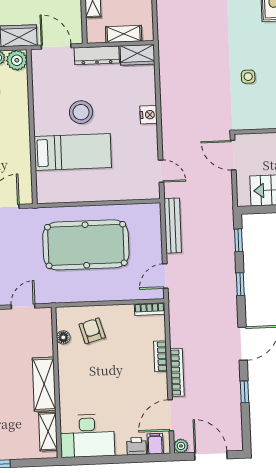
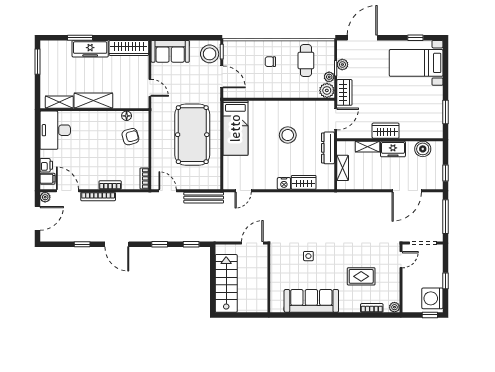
wardrobe: (137, 55) -> (304, 182), moved, turned 90
bed: (73, 152) -> (235, 128), moved

